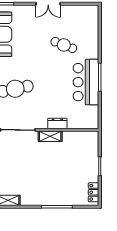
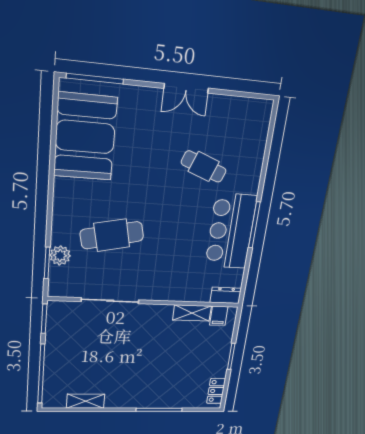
dresser: (57, 123) -> (226, 295), moved
shelving: (50, 136) -> (192, 313), moved
filing cabinet: (87, 138) -> (219, 316), added

